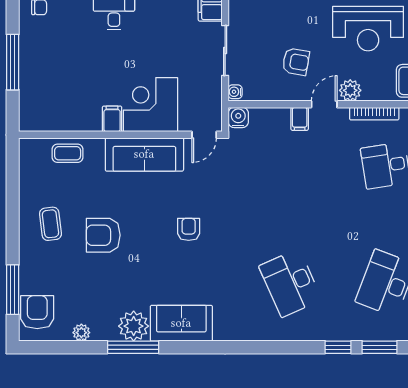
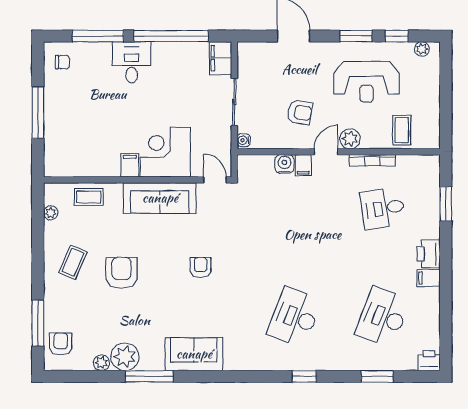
water cooler: (238, 117) -> (284, 164), moved
door: (204, 135) -> (215, 180), swing flipped
plant: (26, 170) -> (51, 213), added
coffee table: (50, 224) -> (73, 262), turned 30
armchair: (103, 235) -> (122, 273), turned 90
desk: (290, 283) -> (295, 317), turned 45
armchair: (37, 312) -> (61, 344), width x0.72, depth x0.72
plant: (134, 326) -> (125, 357), moved
window: (338, 347) -> (304, 376), moved

